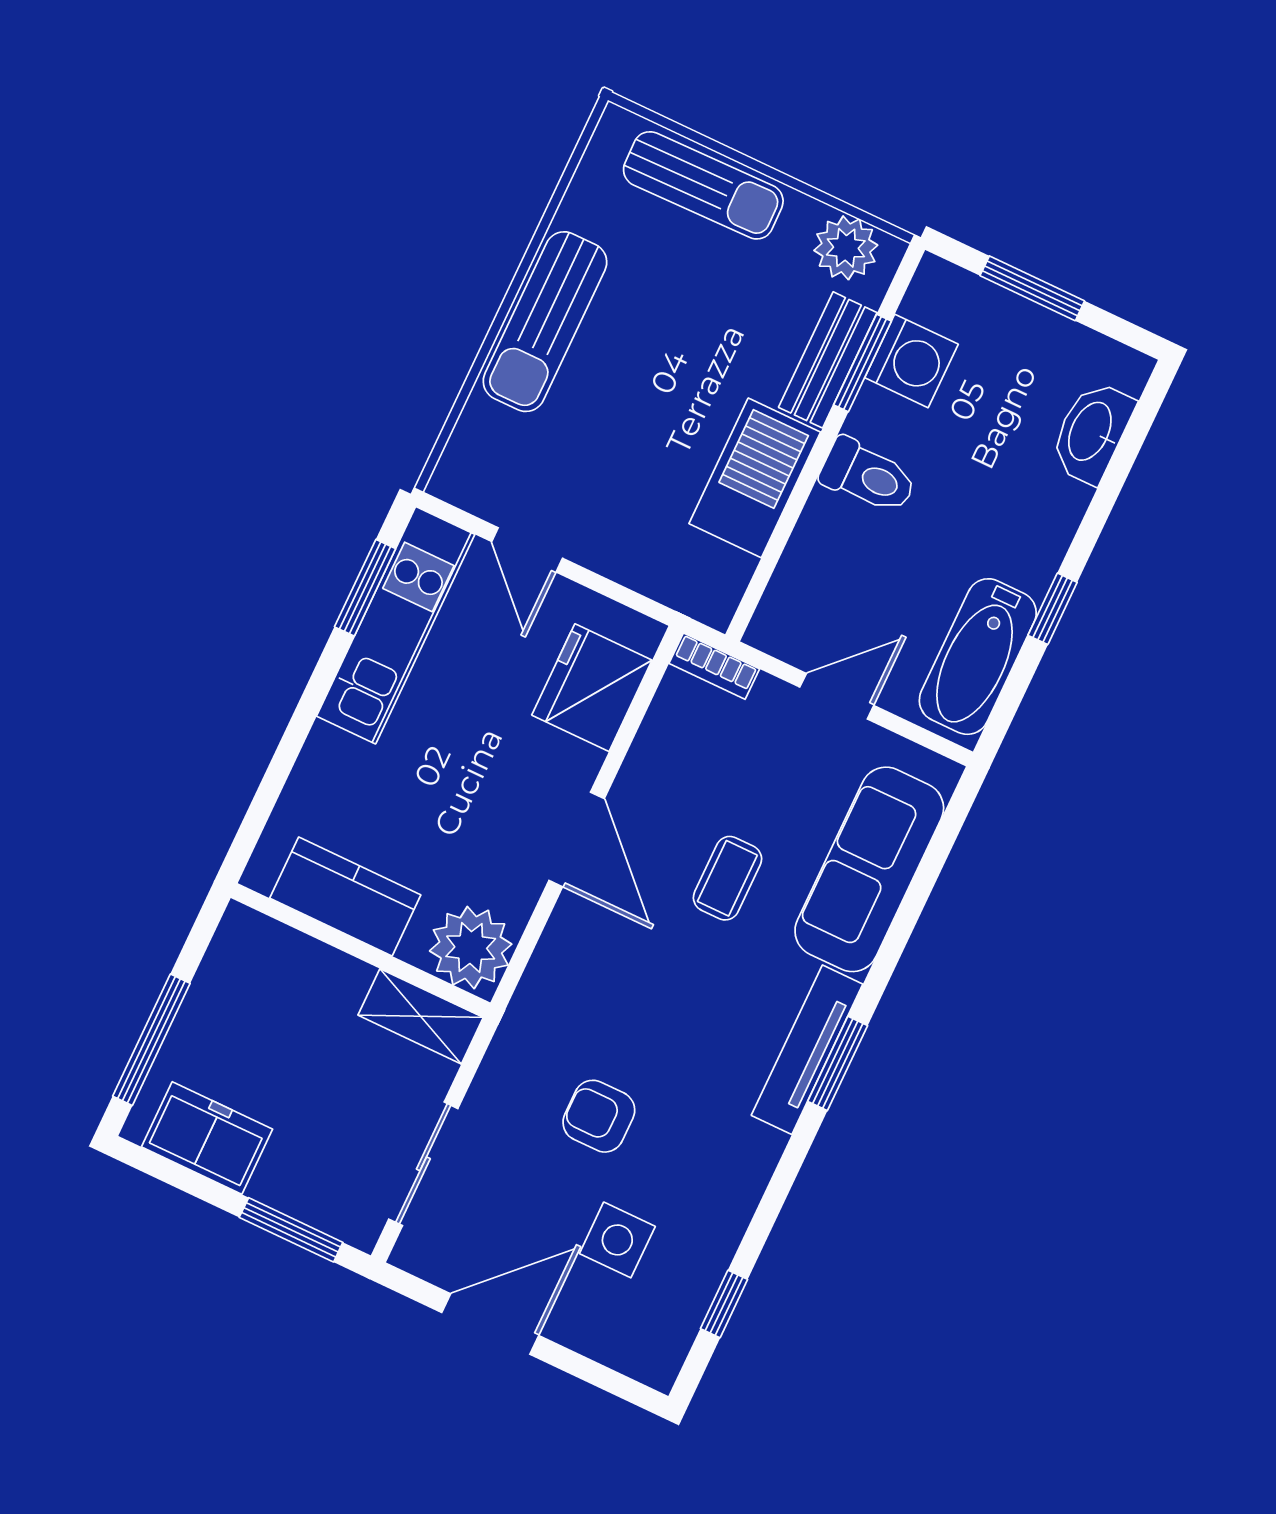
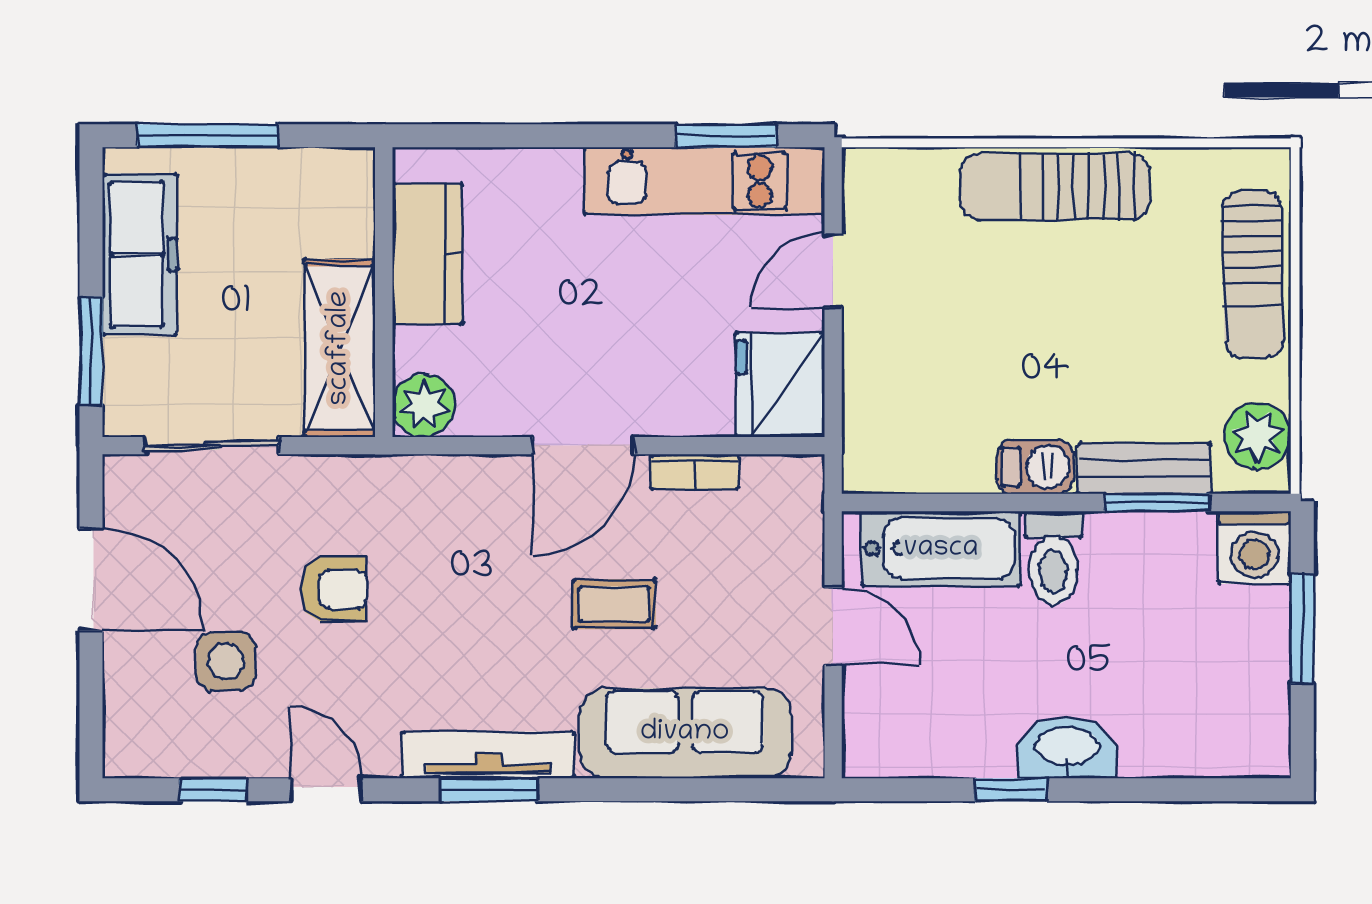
washing machine: (911, 361) -> (1254, 548), moved
washbasin: (1091, 432) -> (1067, 748), moved
barbecue: (755, 478) -> (1035, 467), width x0.53, depth x0.65
bathtub: (978, 657) -> (941, 549), moved, turned 180
bookcase: (714, 666) -> (695, 472), moved, turned -90
fridge: (592, 688) -> (780, 385), moved, turned -90
plant: (471, 948) -> (424, 406), width x0.73, depth x0.73
shelving: (421, 1016) -> (340, 348), width x1.50, depth x1.33
armchair: (599, 1116) -> (334, 589), turned 90
freezer: (207, 1138) -> (140, 254), width x1.40
door: (770, 1206) -> (326, 790), added

